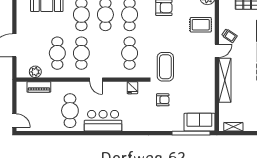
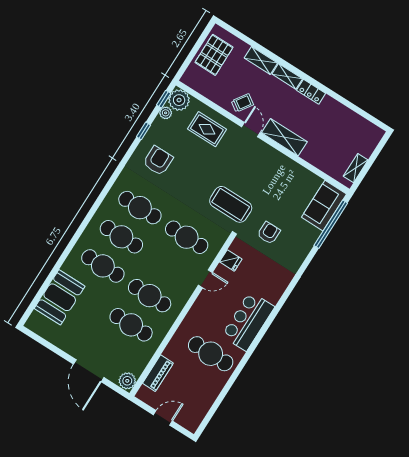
rug: (201, 25) -> (207, 129), turned 90
plant: (35, 72) -> (127, 381), moved
door: (96, 80) -> (205, 279), moved
shelving: (225, 80) -> (284, 137), width x0.68
door: (14, 121) -> (163, 418), moved

